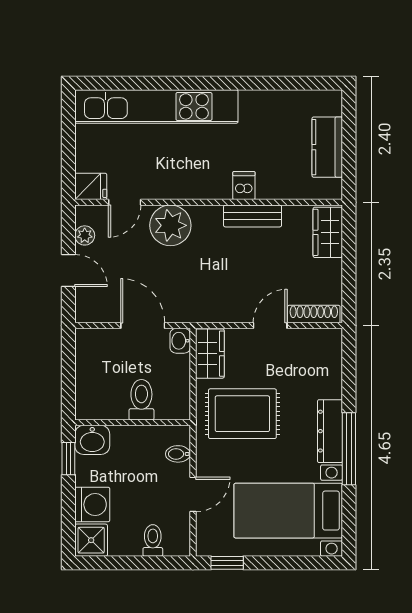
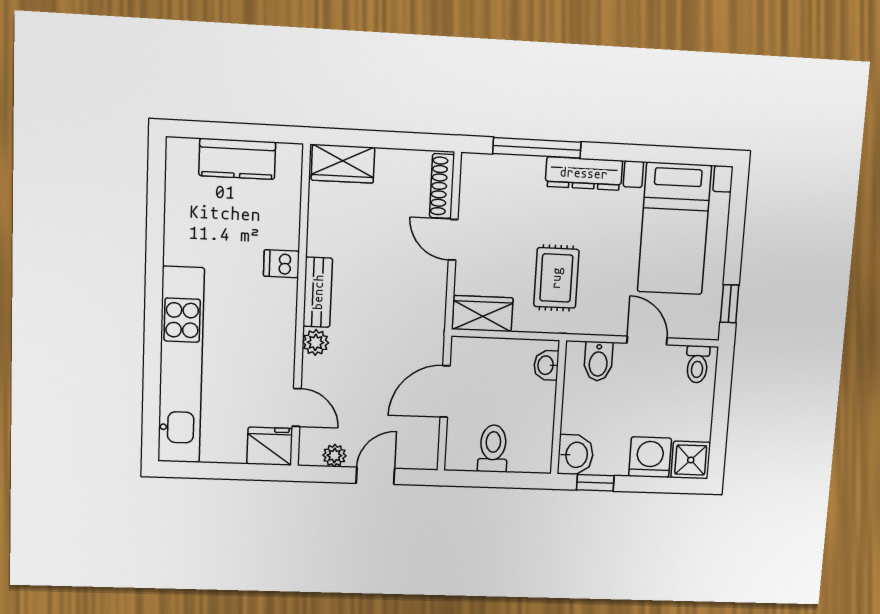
fridge: (91, 186) -> (270, 446), width x1.38
bench: (253, 216) -> (318, 292), moved
plant: (170, 225) -> (316, 342), width x0.53, depth x0.53
washbasin: (180, 341) -> (546, 365), moved, turned 90
toilet: (141, 400) -> (493, 449), moved, turned 90
rug: (242, 414) -> (556, 278), width x0.73, depth x0.70
window: (349, 449) -> (537, 148), moved
bidet: (178, 454) -> (598, 361), width x1.38, depth x1.36
toilet: (153, 540) -> (697, 364), moved, turned -90

